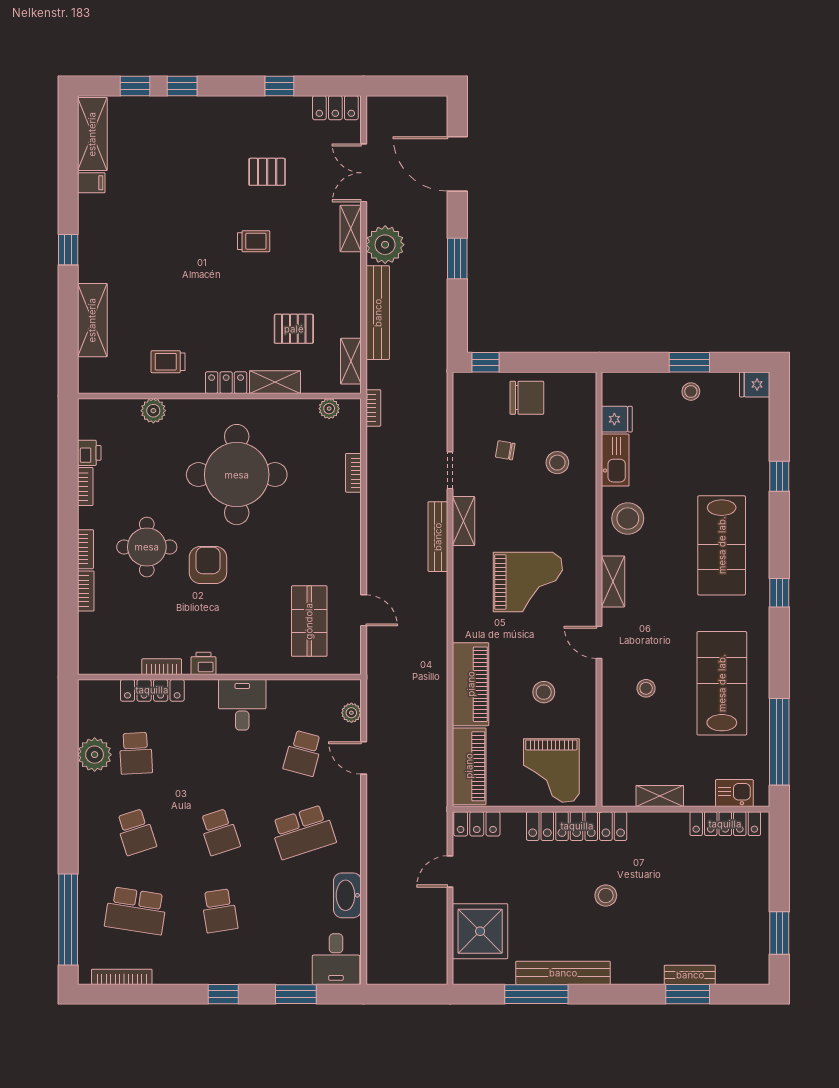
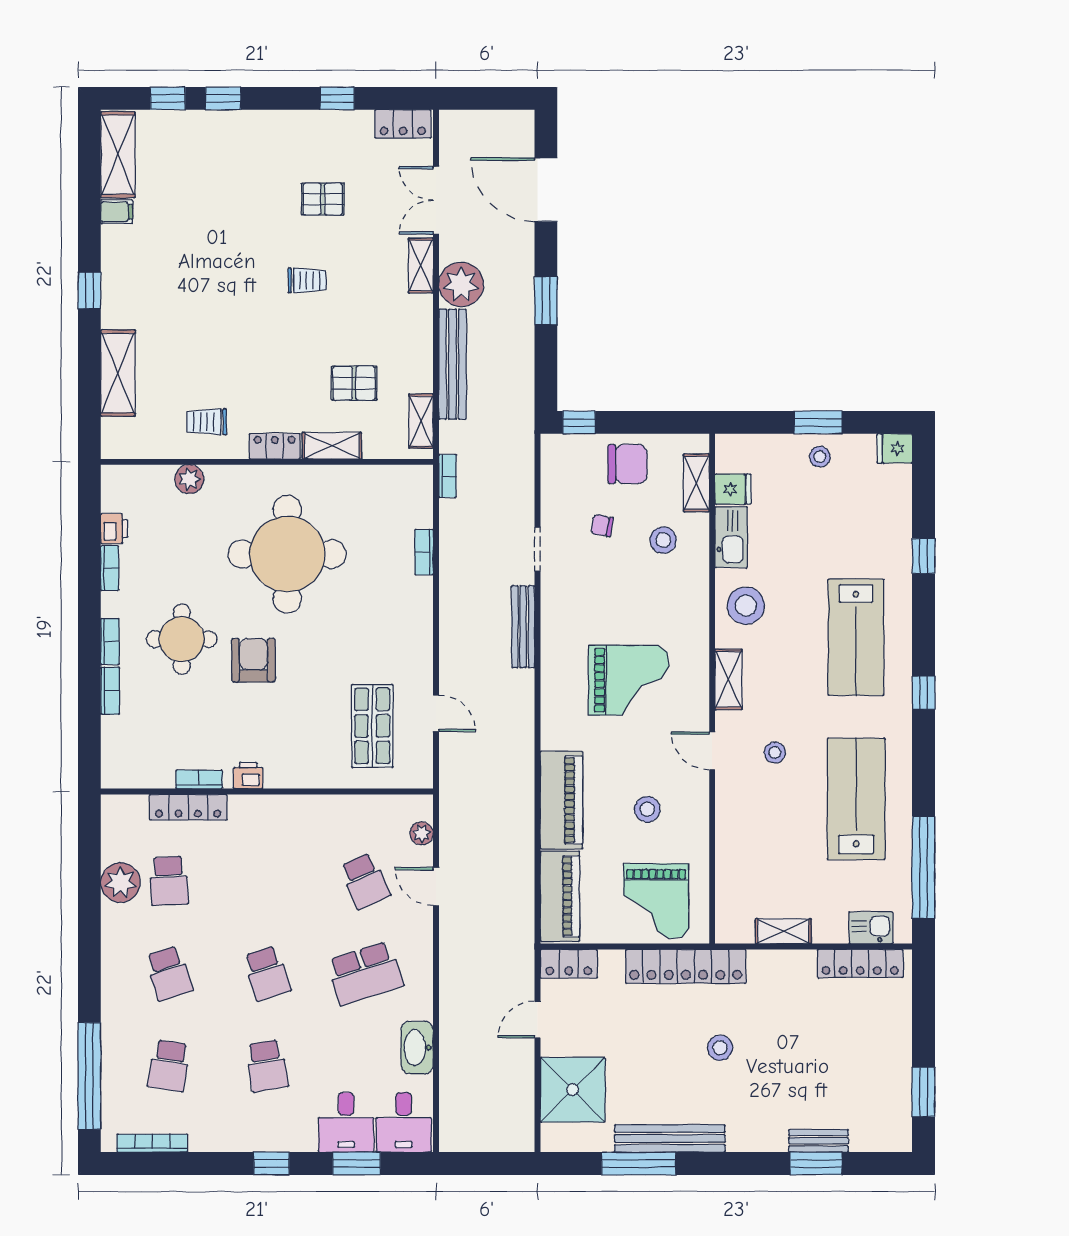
plant: (329, 409) -> (396, 477), removed
shelving: (464, 521) -> (696, 483), moved
stool: (646, 688) -> (775, 752), moved
desk: (242, 705) -> (346, 1122), moved, turned 180
school desk: (303, 753) -> (365, 881), turned -39
school desk: (136, 911) -> (169, 1066), width x0.54

